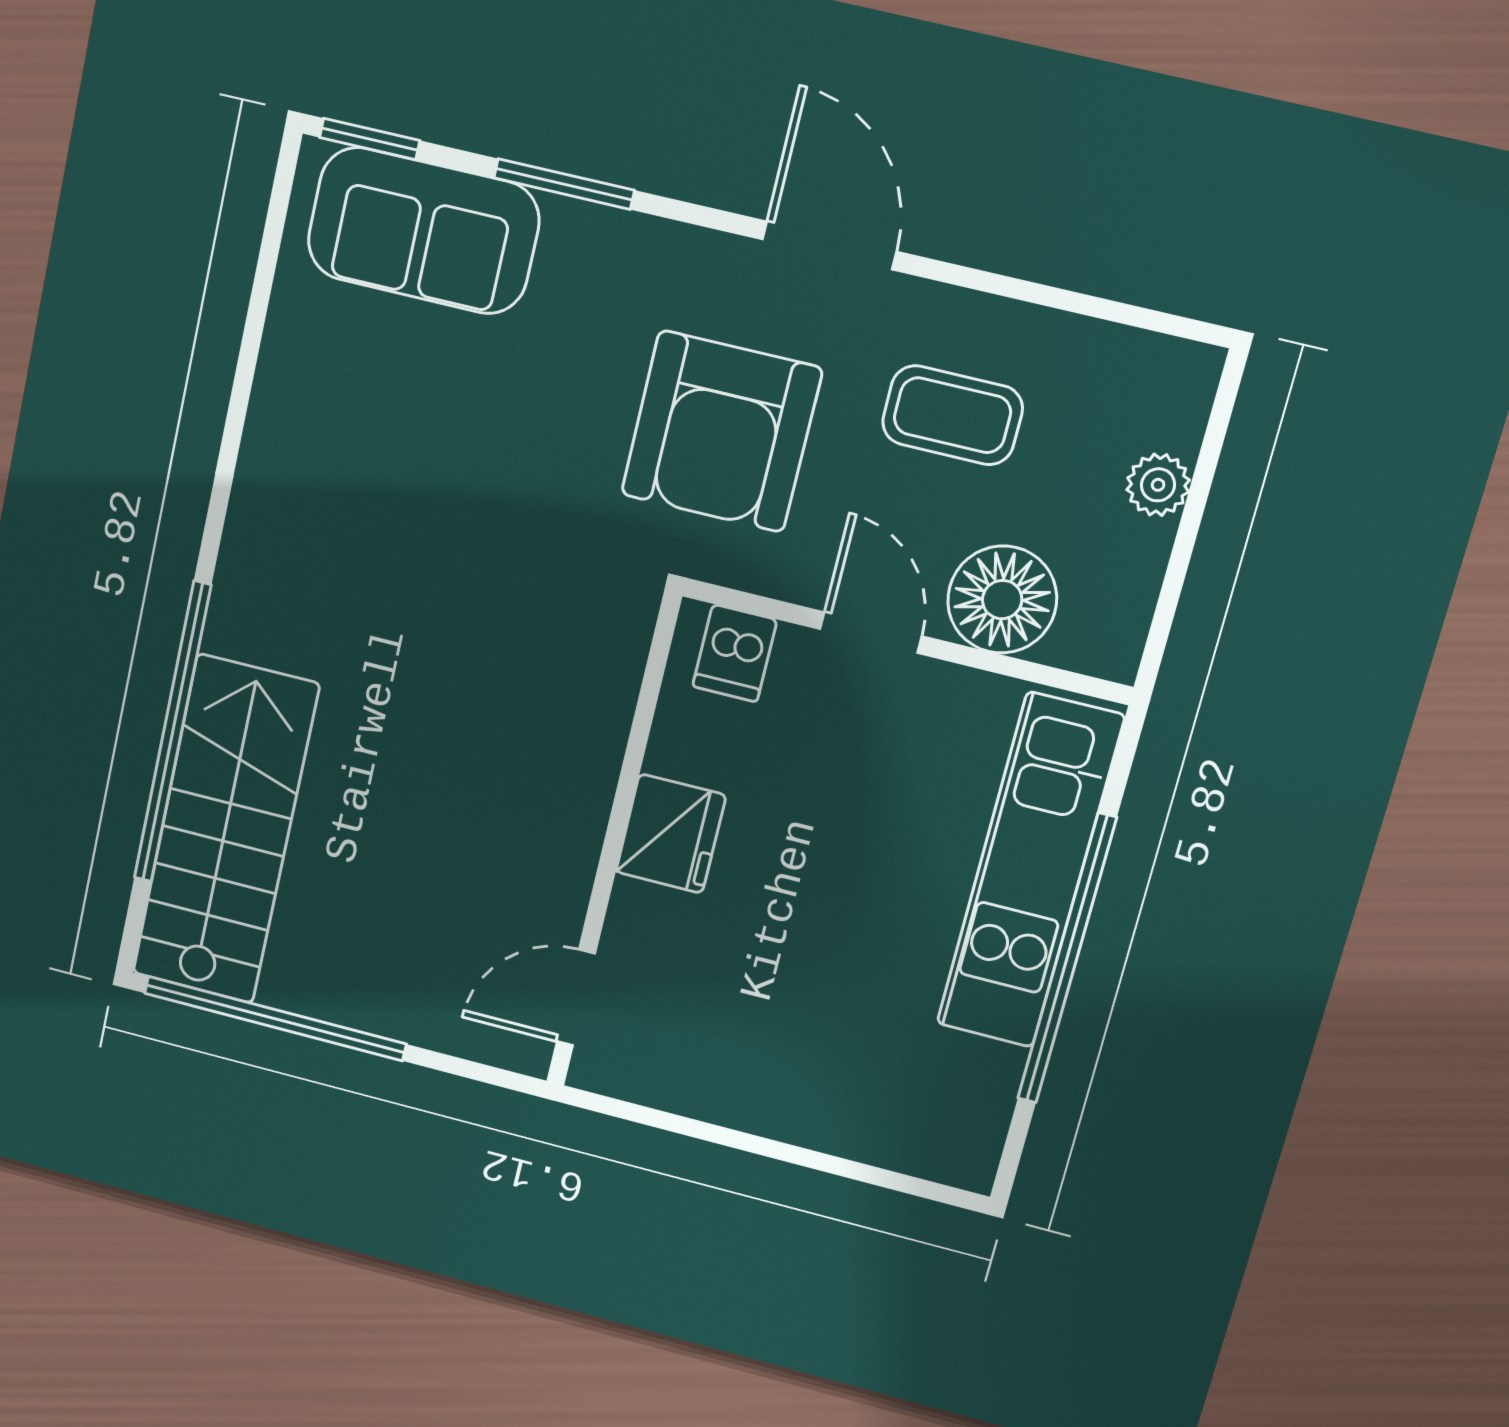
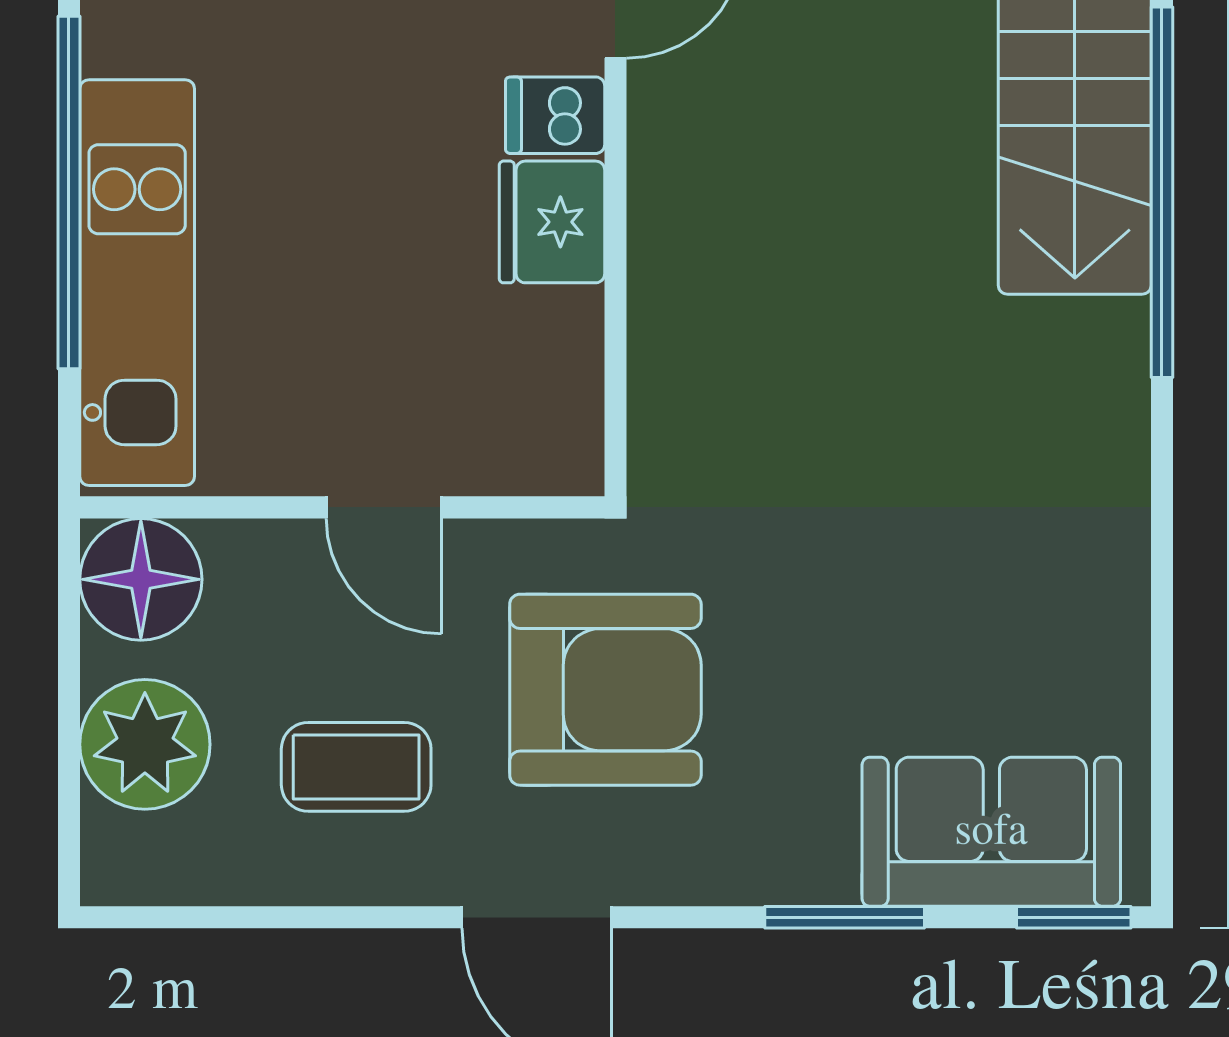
armchair: (721, 432) -> (605, 690), turned 90
plant: (1158, 485) -> (145, 744), width x1.88, depth x1.88
floor lamp: (1002, 600) -> (141, 579), moved
dishwasher: (735, 653) -> (555, 115), moved, turned -90

